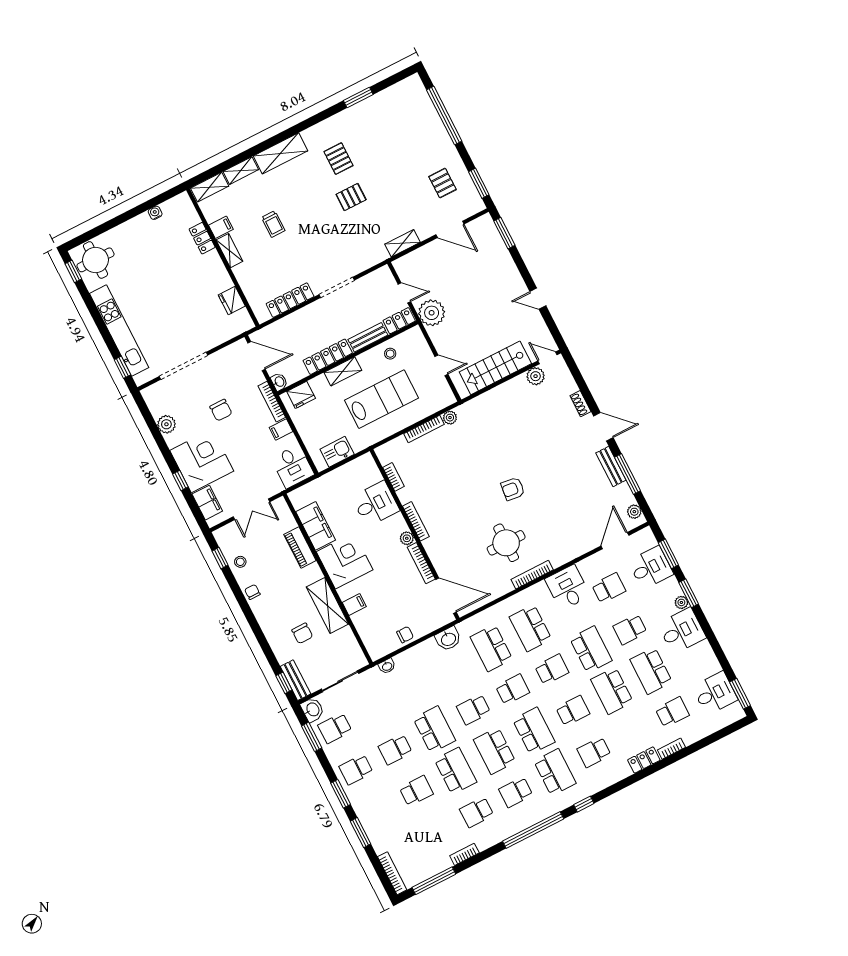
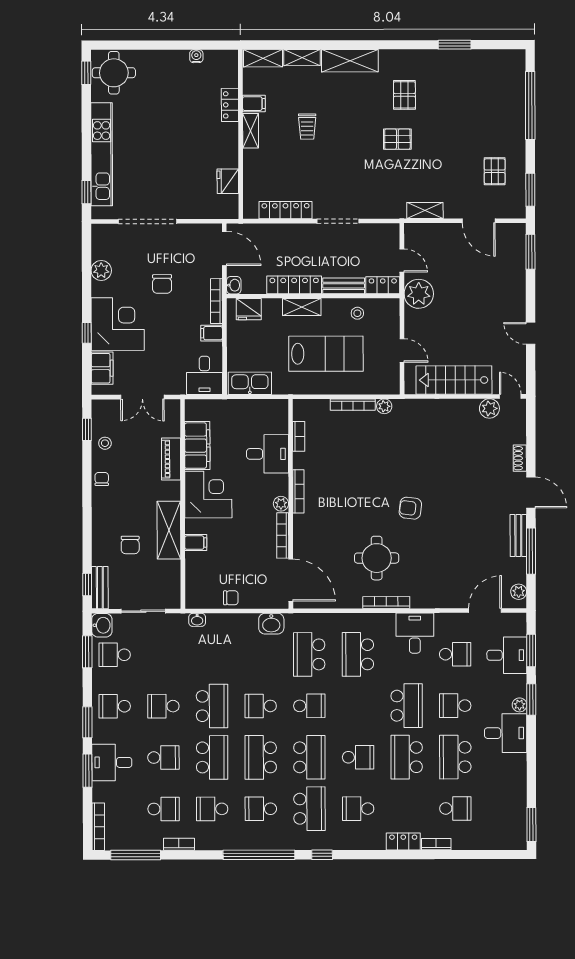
kitchen sink: (337, 452) -> (250, 383), width x1.38
school desk: (552, 669) -> (164, 809), moved
desk: (715, 693) -> (112, 762), moved, turned 180

